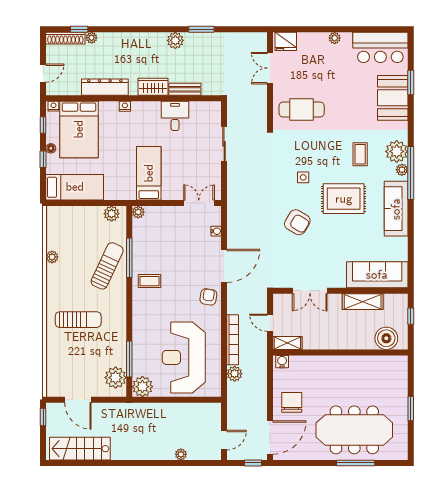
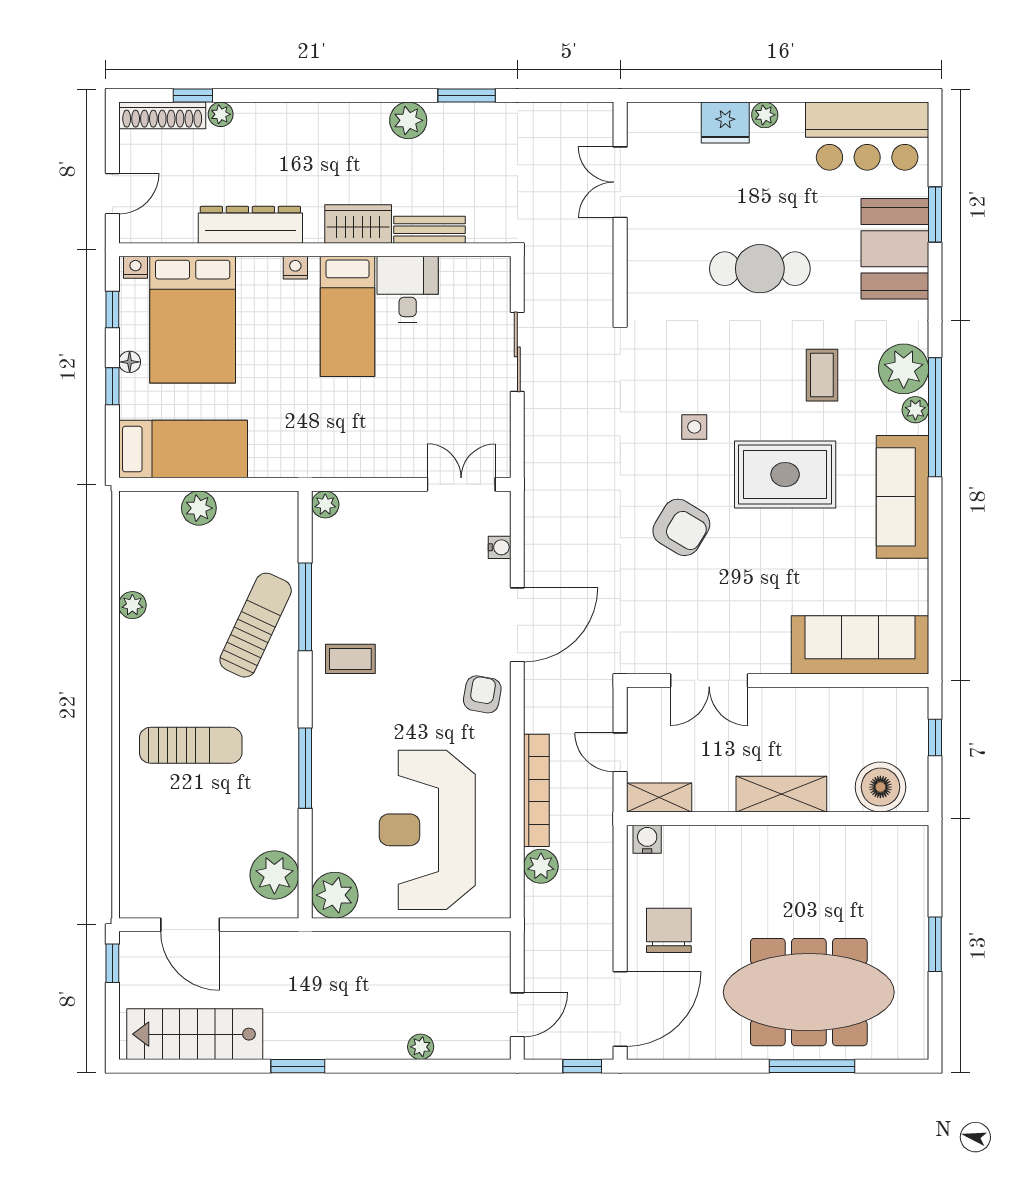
fridge: (286, 41) -> (725, 123), moved
cafe table: (302, 110) -> (760, 269), moved
bed: (149, 173) -> (347, 316), moved, turned 180
plant: (112, 214) -> (199, 508), moved
shelving: (363, 302) -> (781, 794), moved
window: (129, 359) -> (305, 768), moved
window: (126, 463) -> (298, 1066), added

